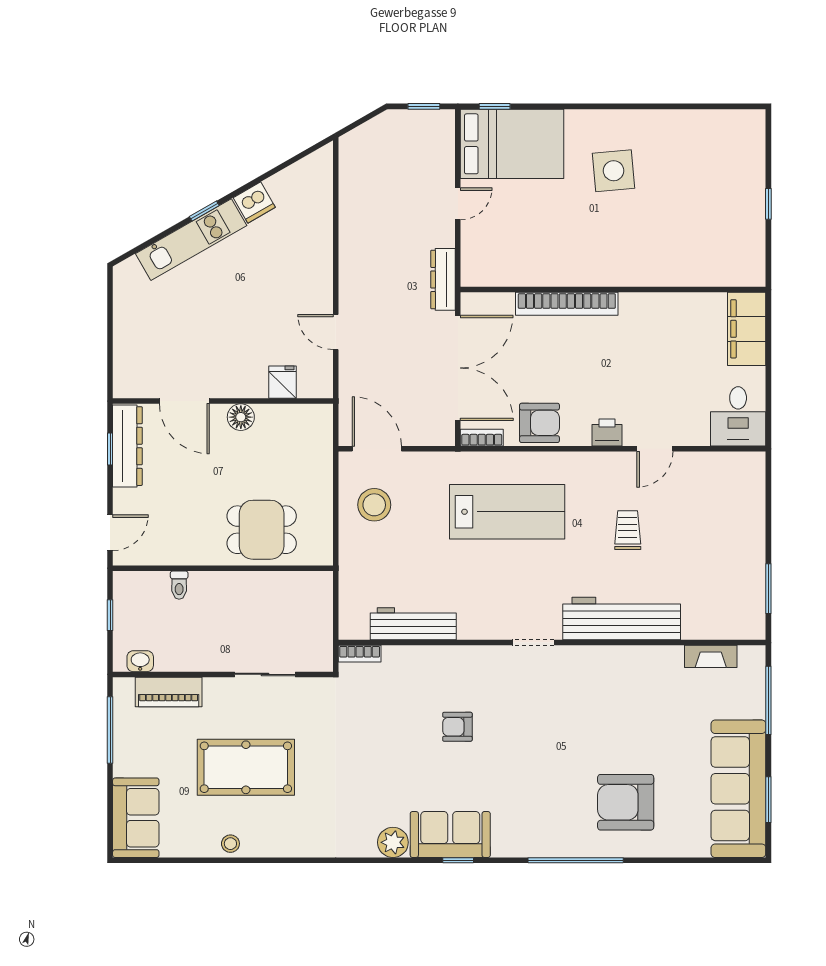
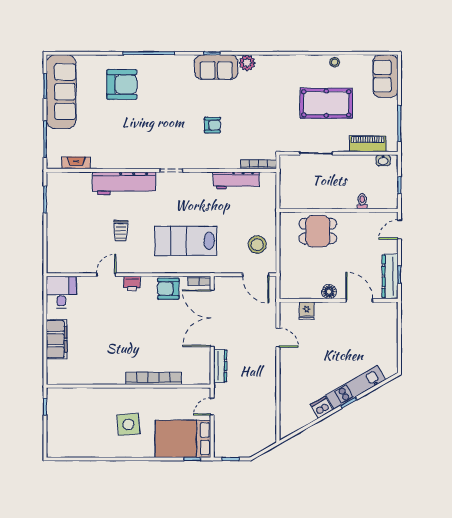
wall: (613, 290) -> (129, 386), moved
bookcase: (567, 304) -> (154, 378), moved
bookcase: (360, 654) -> (259, 164), width x1.56

